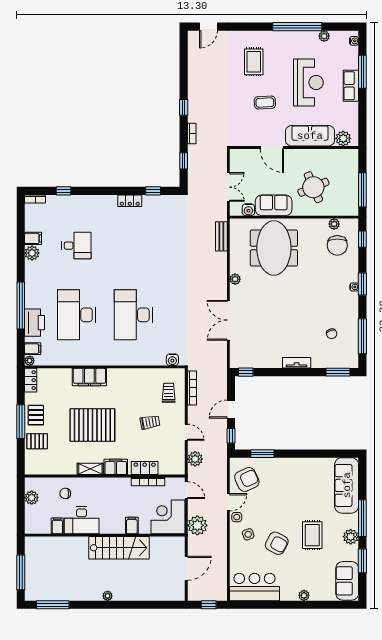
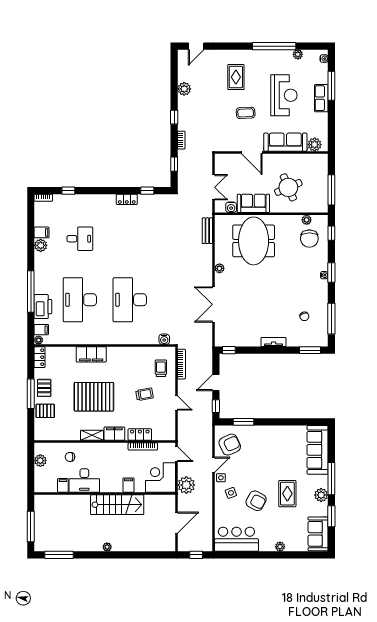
plant: (195, 459) -> (184, 89), moved

